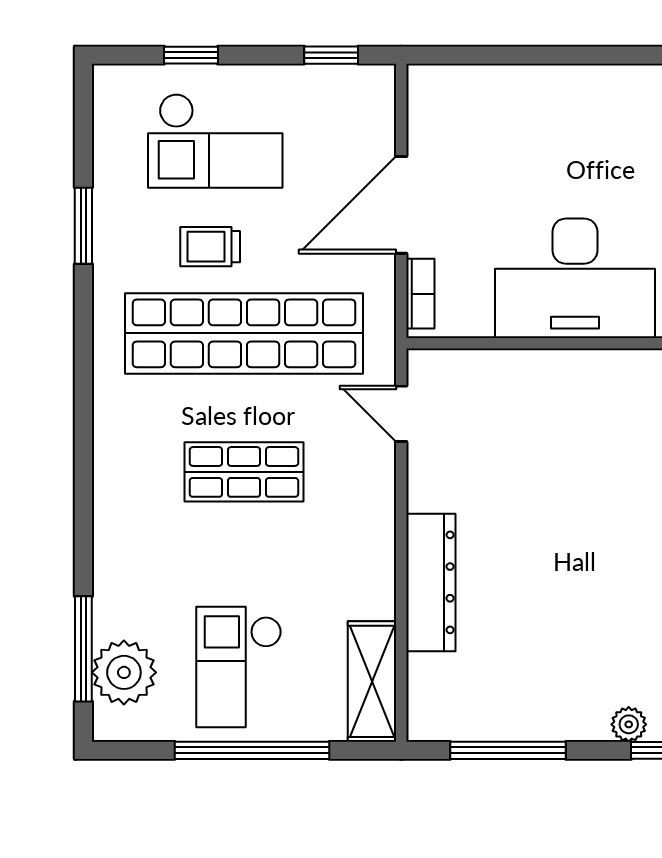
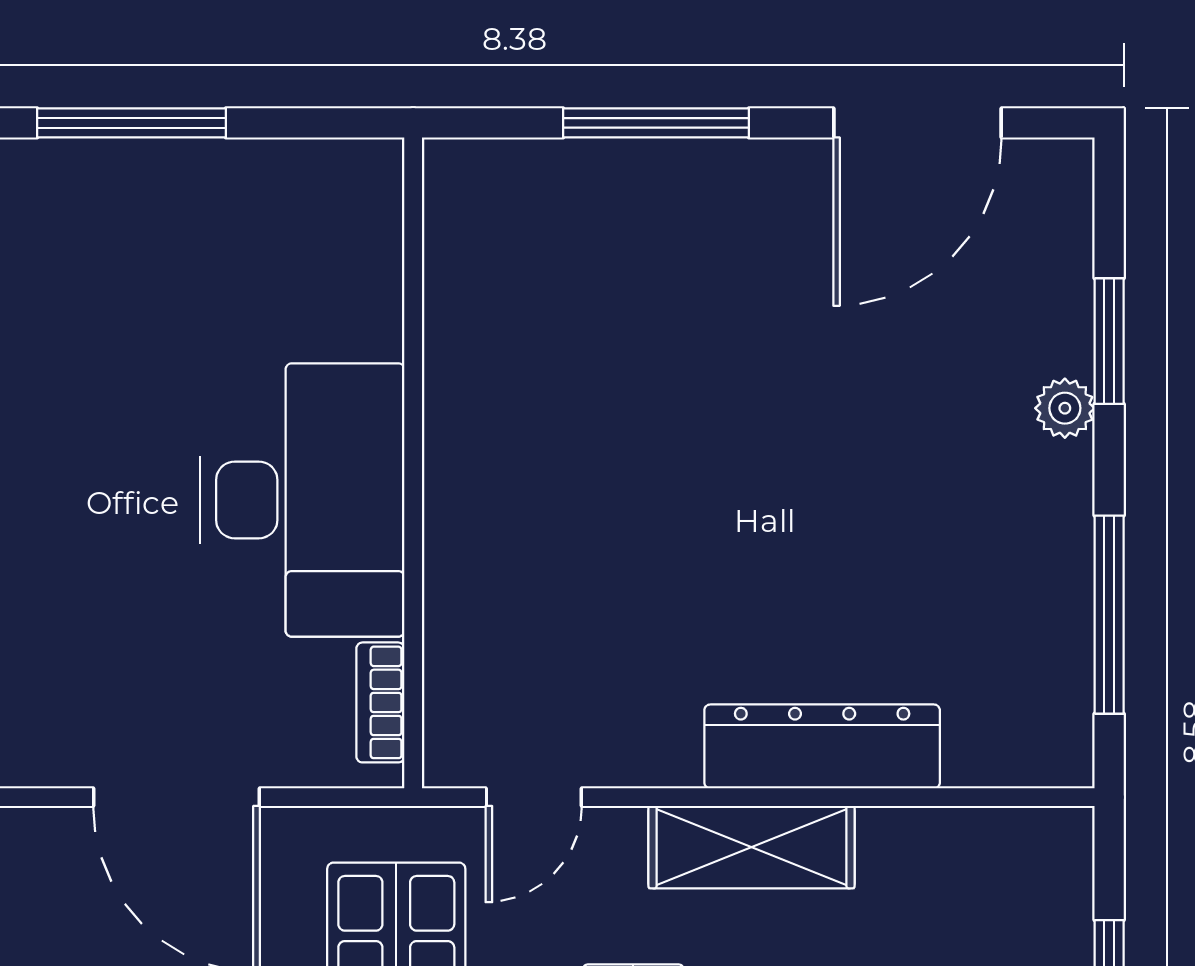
bookcase: (420, 294) -> (380, 702), moved, turned -90
shelving: (372, 681) -> (752, 847), moved

